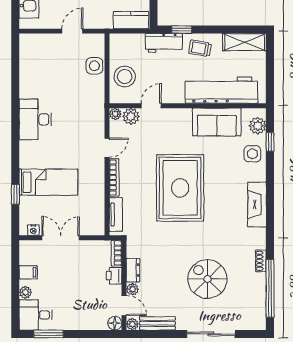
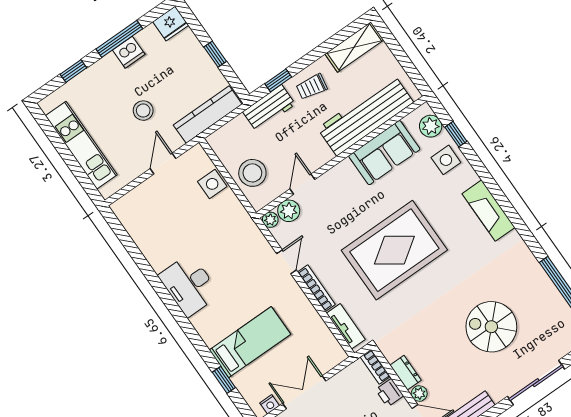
kitchen counter: (131, 20) -> (208, 115), width x1.50
rug: (180, 188) -> (394, 250), turned 90
shoe rack: (261, 261) -> (535, 268), removed

